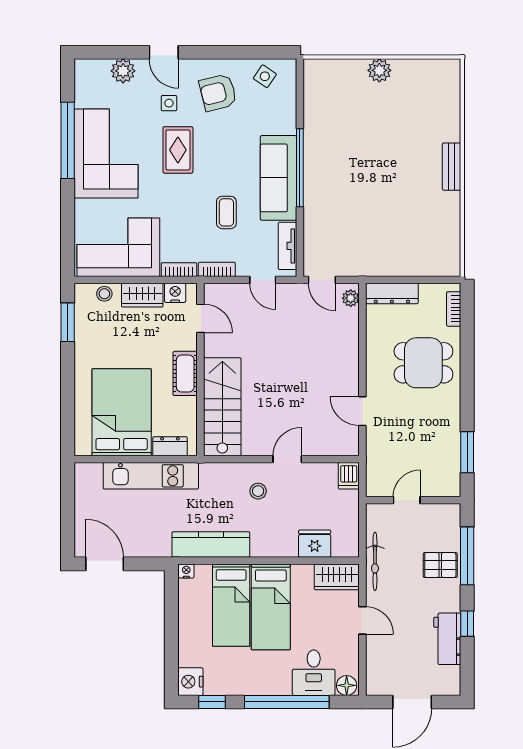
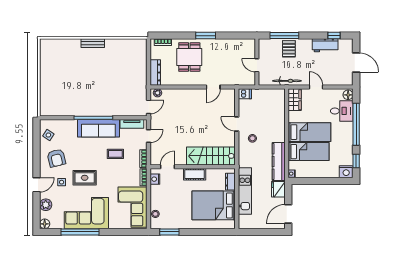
floor lamp: (84, 69) -> (45, 224), added
plant: (379, 70) -> (46, 79), removed
wardrobe: (142, 295) -> (156, 195), removed
window: (467, 452) -> (206, 36), moved
fridge: (315, 544) -> (278, 189), moved
door: (362, 620) -> (316, 87), hinge flipped
window: (467, 624) -> (334, 36), moved

